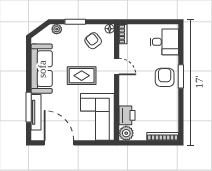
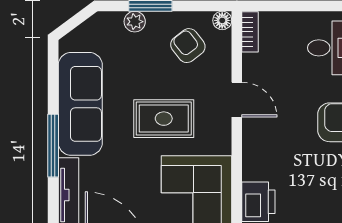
plant: (57, 29) -> (135, 22), moved
window: (29, 107) -> (53, 146), moved

